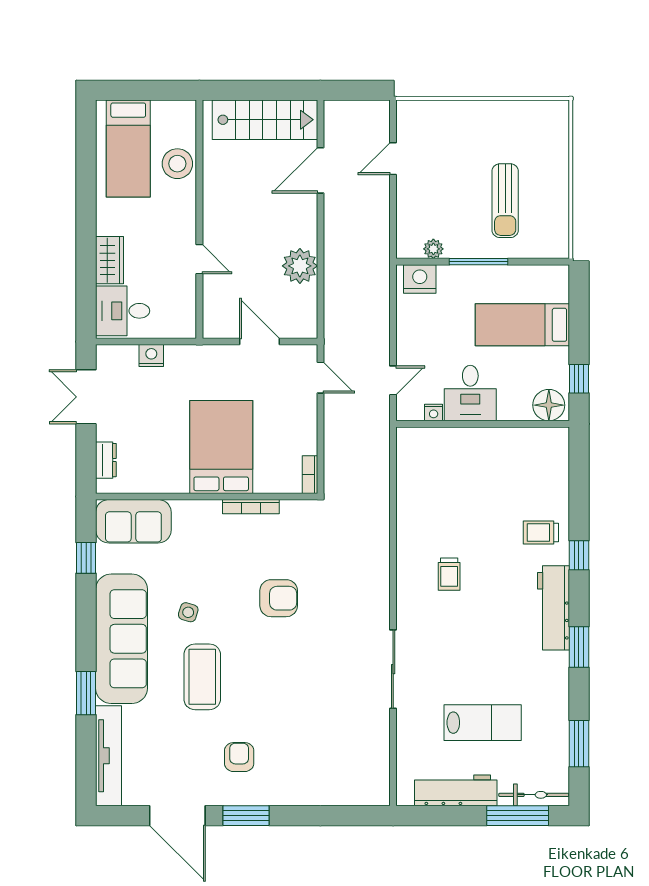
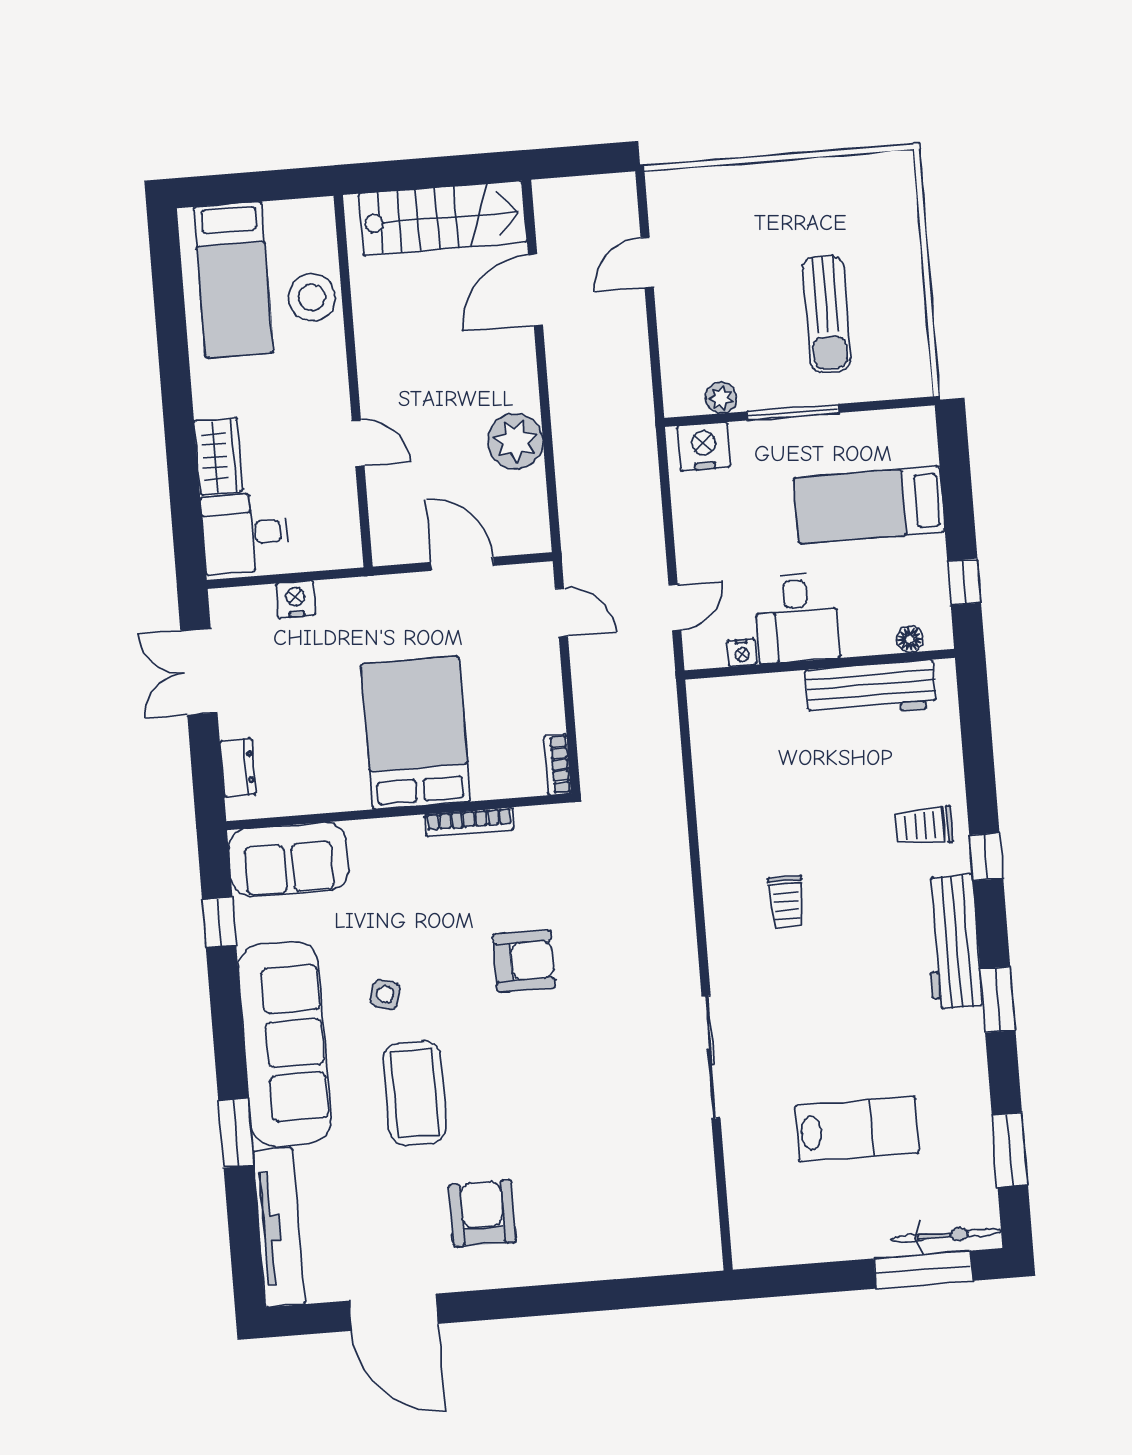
floor lamp: (549, 405) -> (910, 639), width x0.53, depth x0.53
armchair: (239, 757) -> (482, 1213), width x1.38, depth x1.38
workbench: (456, 790) -> (871, 689), moved, turned 180
window: (246, 816) -> (501, 1304), removed

